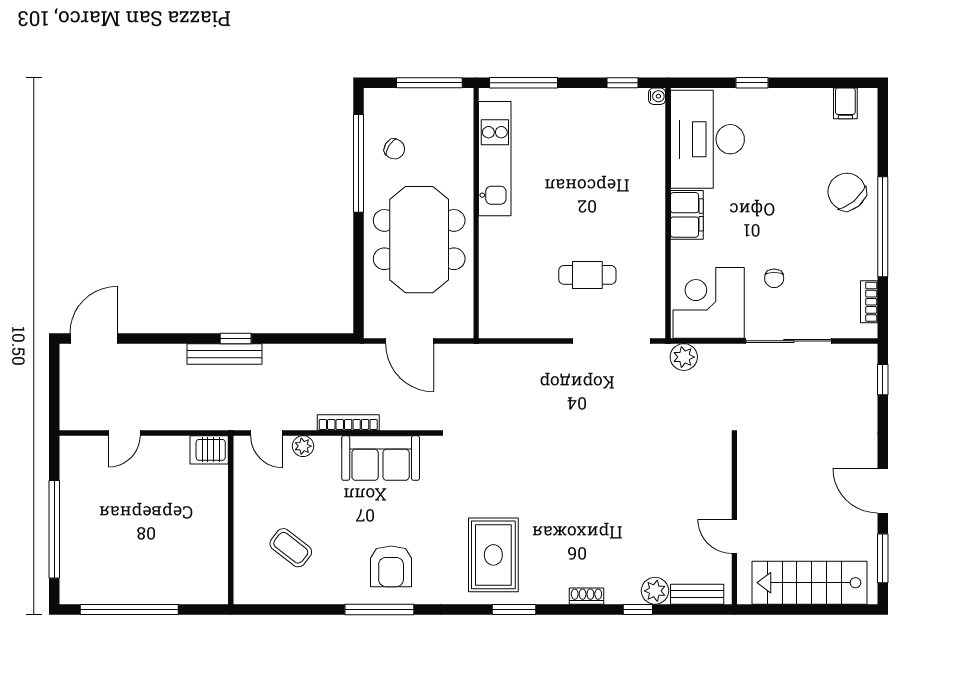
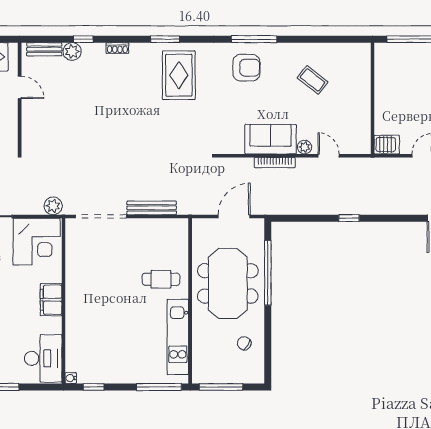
desk: (707, 139) -> (43, 358), width x0.73, depth x0.77
window: (359, 163) -> (268, 273), moved
cafe table: (587, 275) -> (161, 279), moved
door: (410, 341) -> (234, 216), hinge flipped
bench: (224, 354) -> (152, 208), moved
server rack: (209, 450) -> (387, 145), moved
sofa: (381, 458) -> (271, 139), moved
wall: (231, 520) -> (373, 98), moved
armchair: (391, 566) -> (246, 68), turned 90

